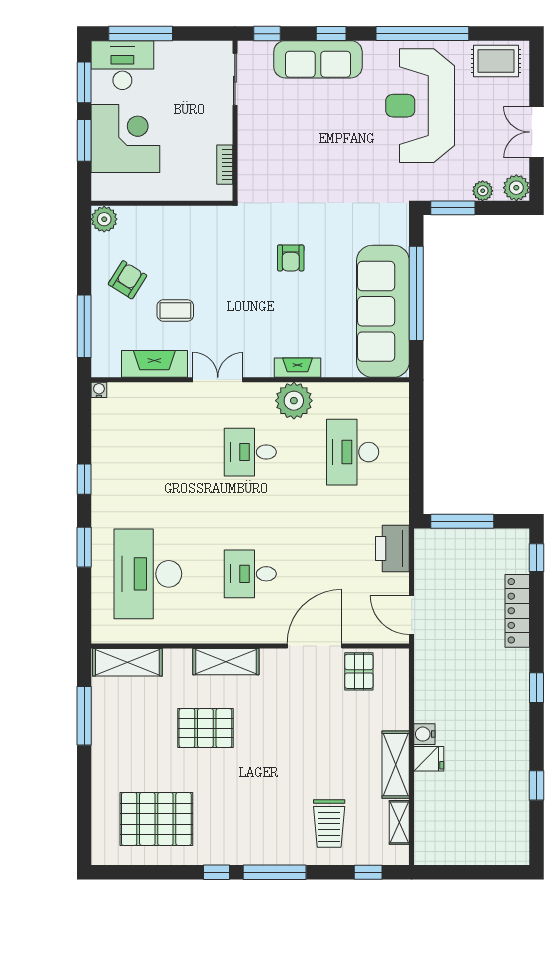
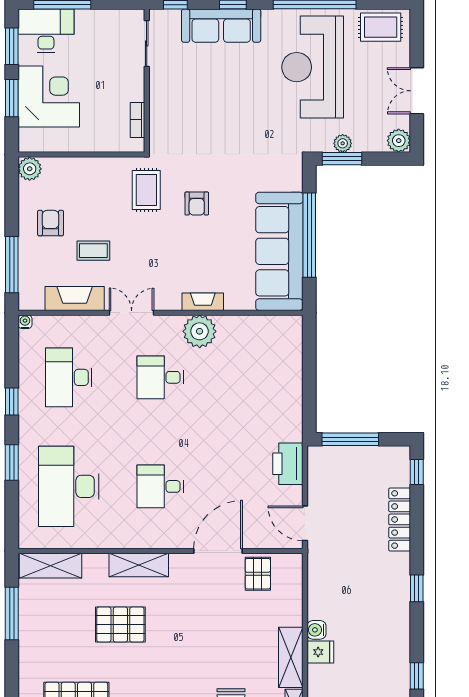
plant: (483, 191) -> (343, 143), moved
rug: (234, 243) -> (146, 190), added
armchair: (127, 280) -> (51, 223), turned -32
desk: (353, 452) -> (69, 377), moved

